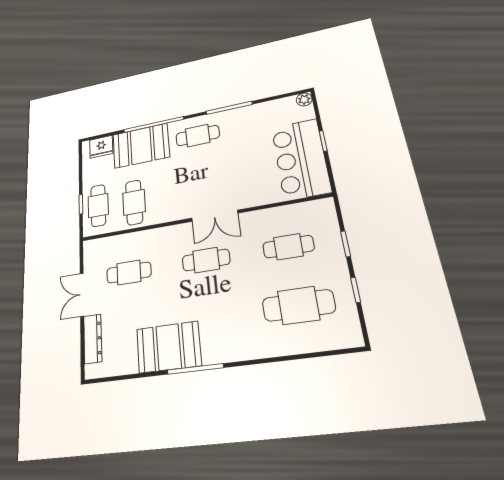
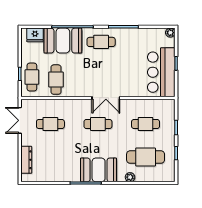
double door: (82, 295) -> (20, 120), moved
booth: (169, 347) -> (99, 170), moved
plant: (276, 348) -> (130, 177), added

